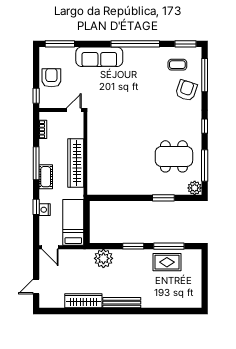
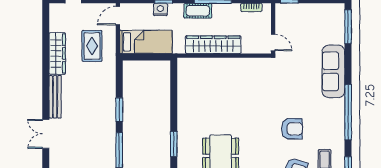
armchair: (51, 78) -> (292, 129), moved
plant: (103, 258) -> (105, 76), removed
rug: (167, 262) -> (92, 46), moved
double door: (155, 311) -> (46, 134), added

